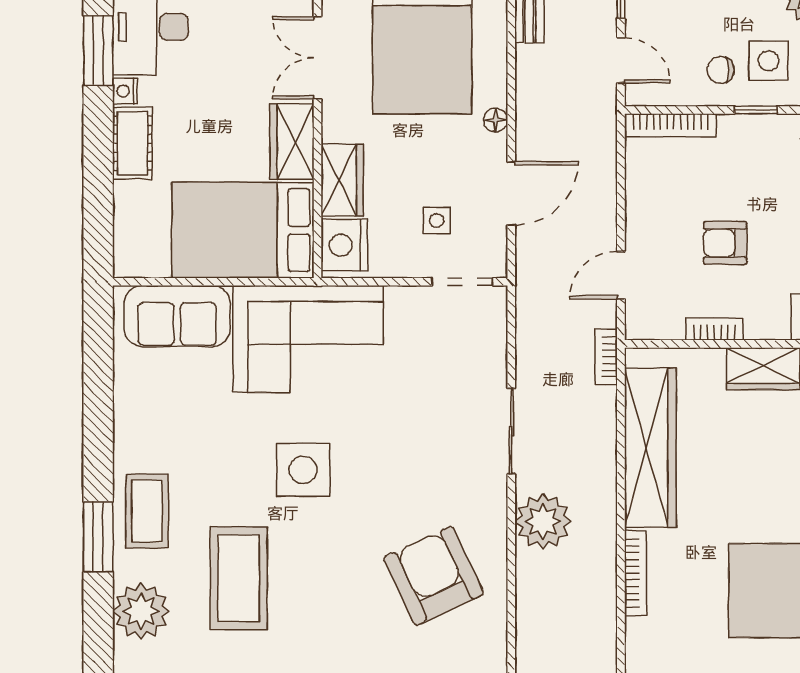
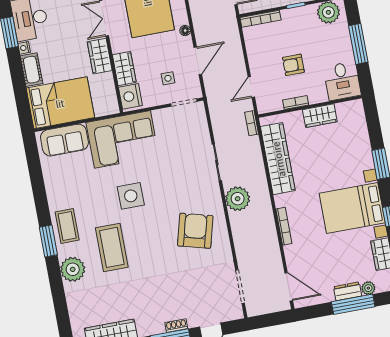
bed: (243, 230) -> (60, 103), moved, turned 180
bookcase: (635, 573) -> (284, 226), moved
armchair: (434, 576) -> (195, 231), turned 40

